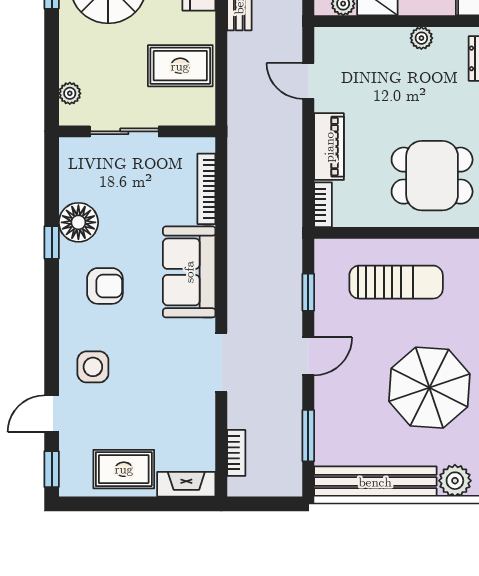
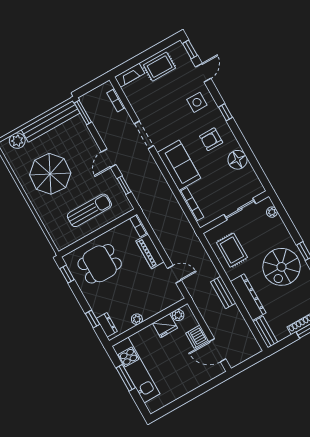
rug: (180, 66) -> (232, 250), turned 90
window: (52, 242) -> (225, 112), moved
sun lounger: (396, 282) -> (89, 210), turned 180
window: (308, 436) -> (83, 112), moved

